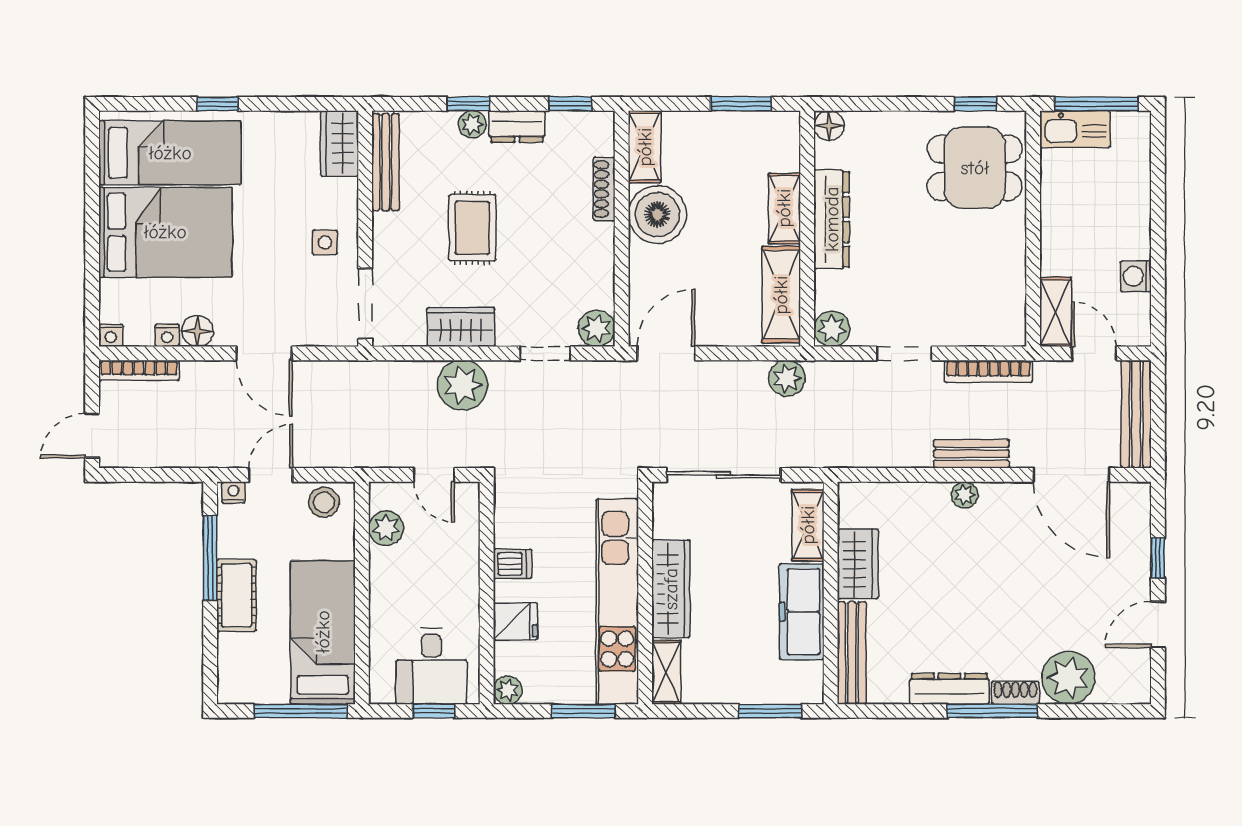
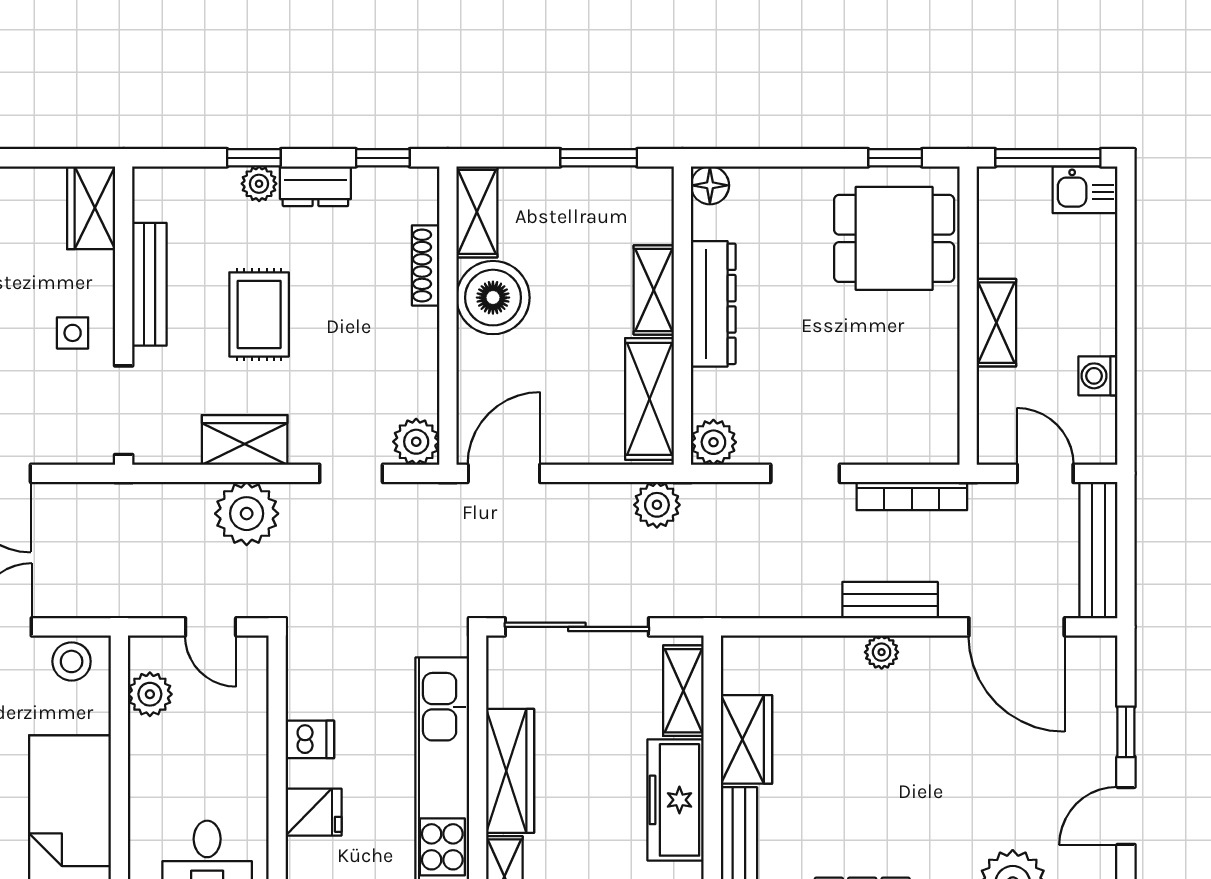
kitchen sink: (1075, 129) -> (1085, 190), moved, width x0.73
bench: (386, 162) -> (149, 284), moved
shelving: (1055, 312) -> (996, 323), moved

